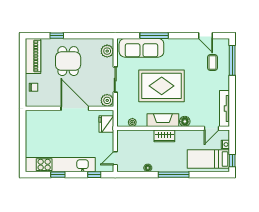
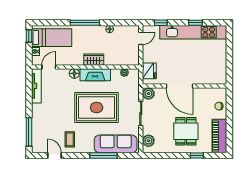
coffee table: (212, 63) -> (70, 139), moved

